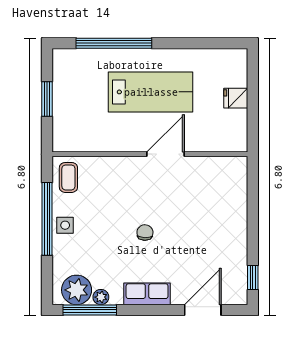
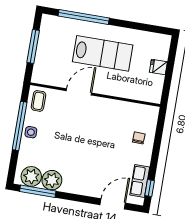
window: (47, 99) -> (33, 46), width x1.44
door: (165, 154) -> (79, 92), moved
chair: (145, 233) -> (139, 138), moved
row of seats: (147, 294) -> (140, 181), moved, turned -90
plant: (101, 297) -> (52, 180), width x1.87, depth x1.87

